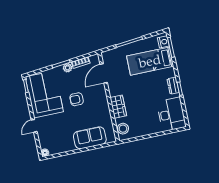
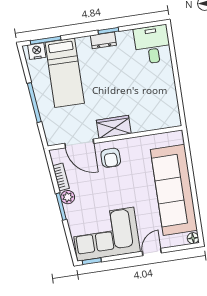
armchair: (77, 99) -> (111, 158), moved
wardrobe: (118, 107) -> (114, 127), moved
desk: (171, 114) -> (152, 45), width x0.73
door: (34, 126) -> (152, 252), swing flipped
stool: (123, 129) -> (164, 119), removed
sofa: (90, 138) -> (174, 190), width x1.85, depth x1.27

